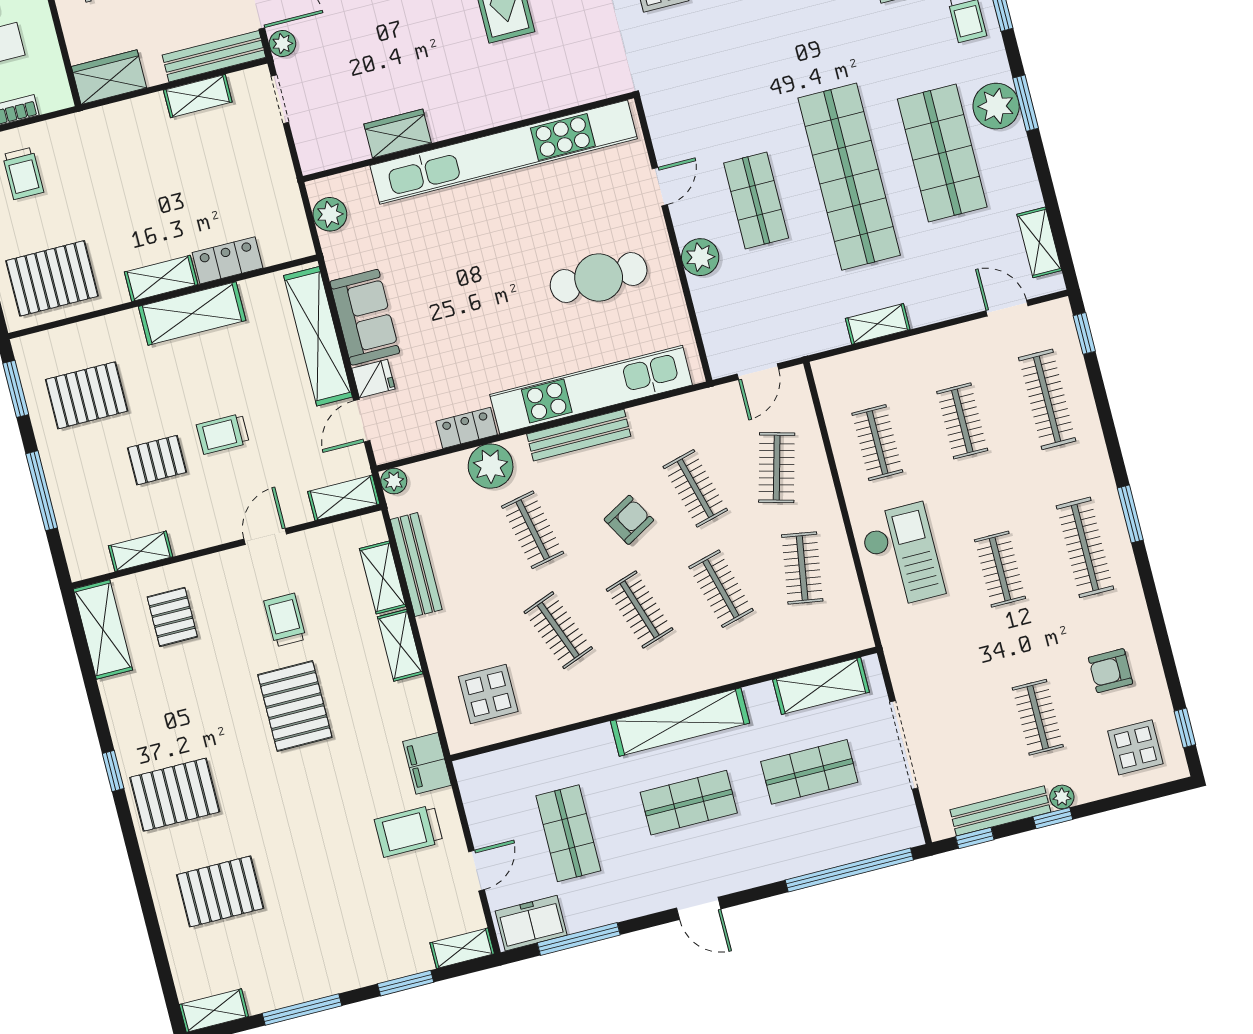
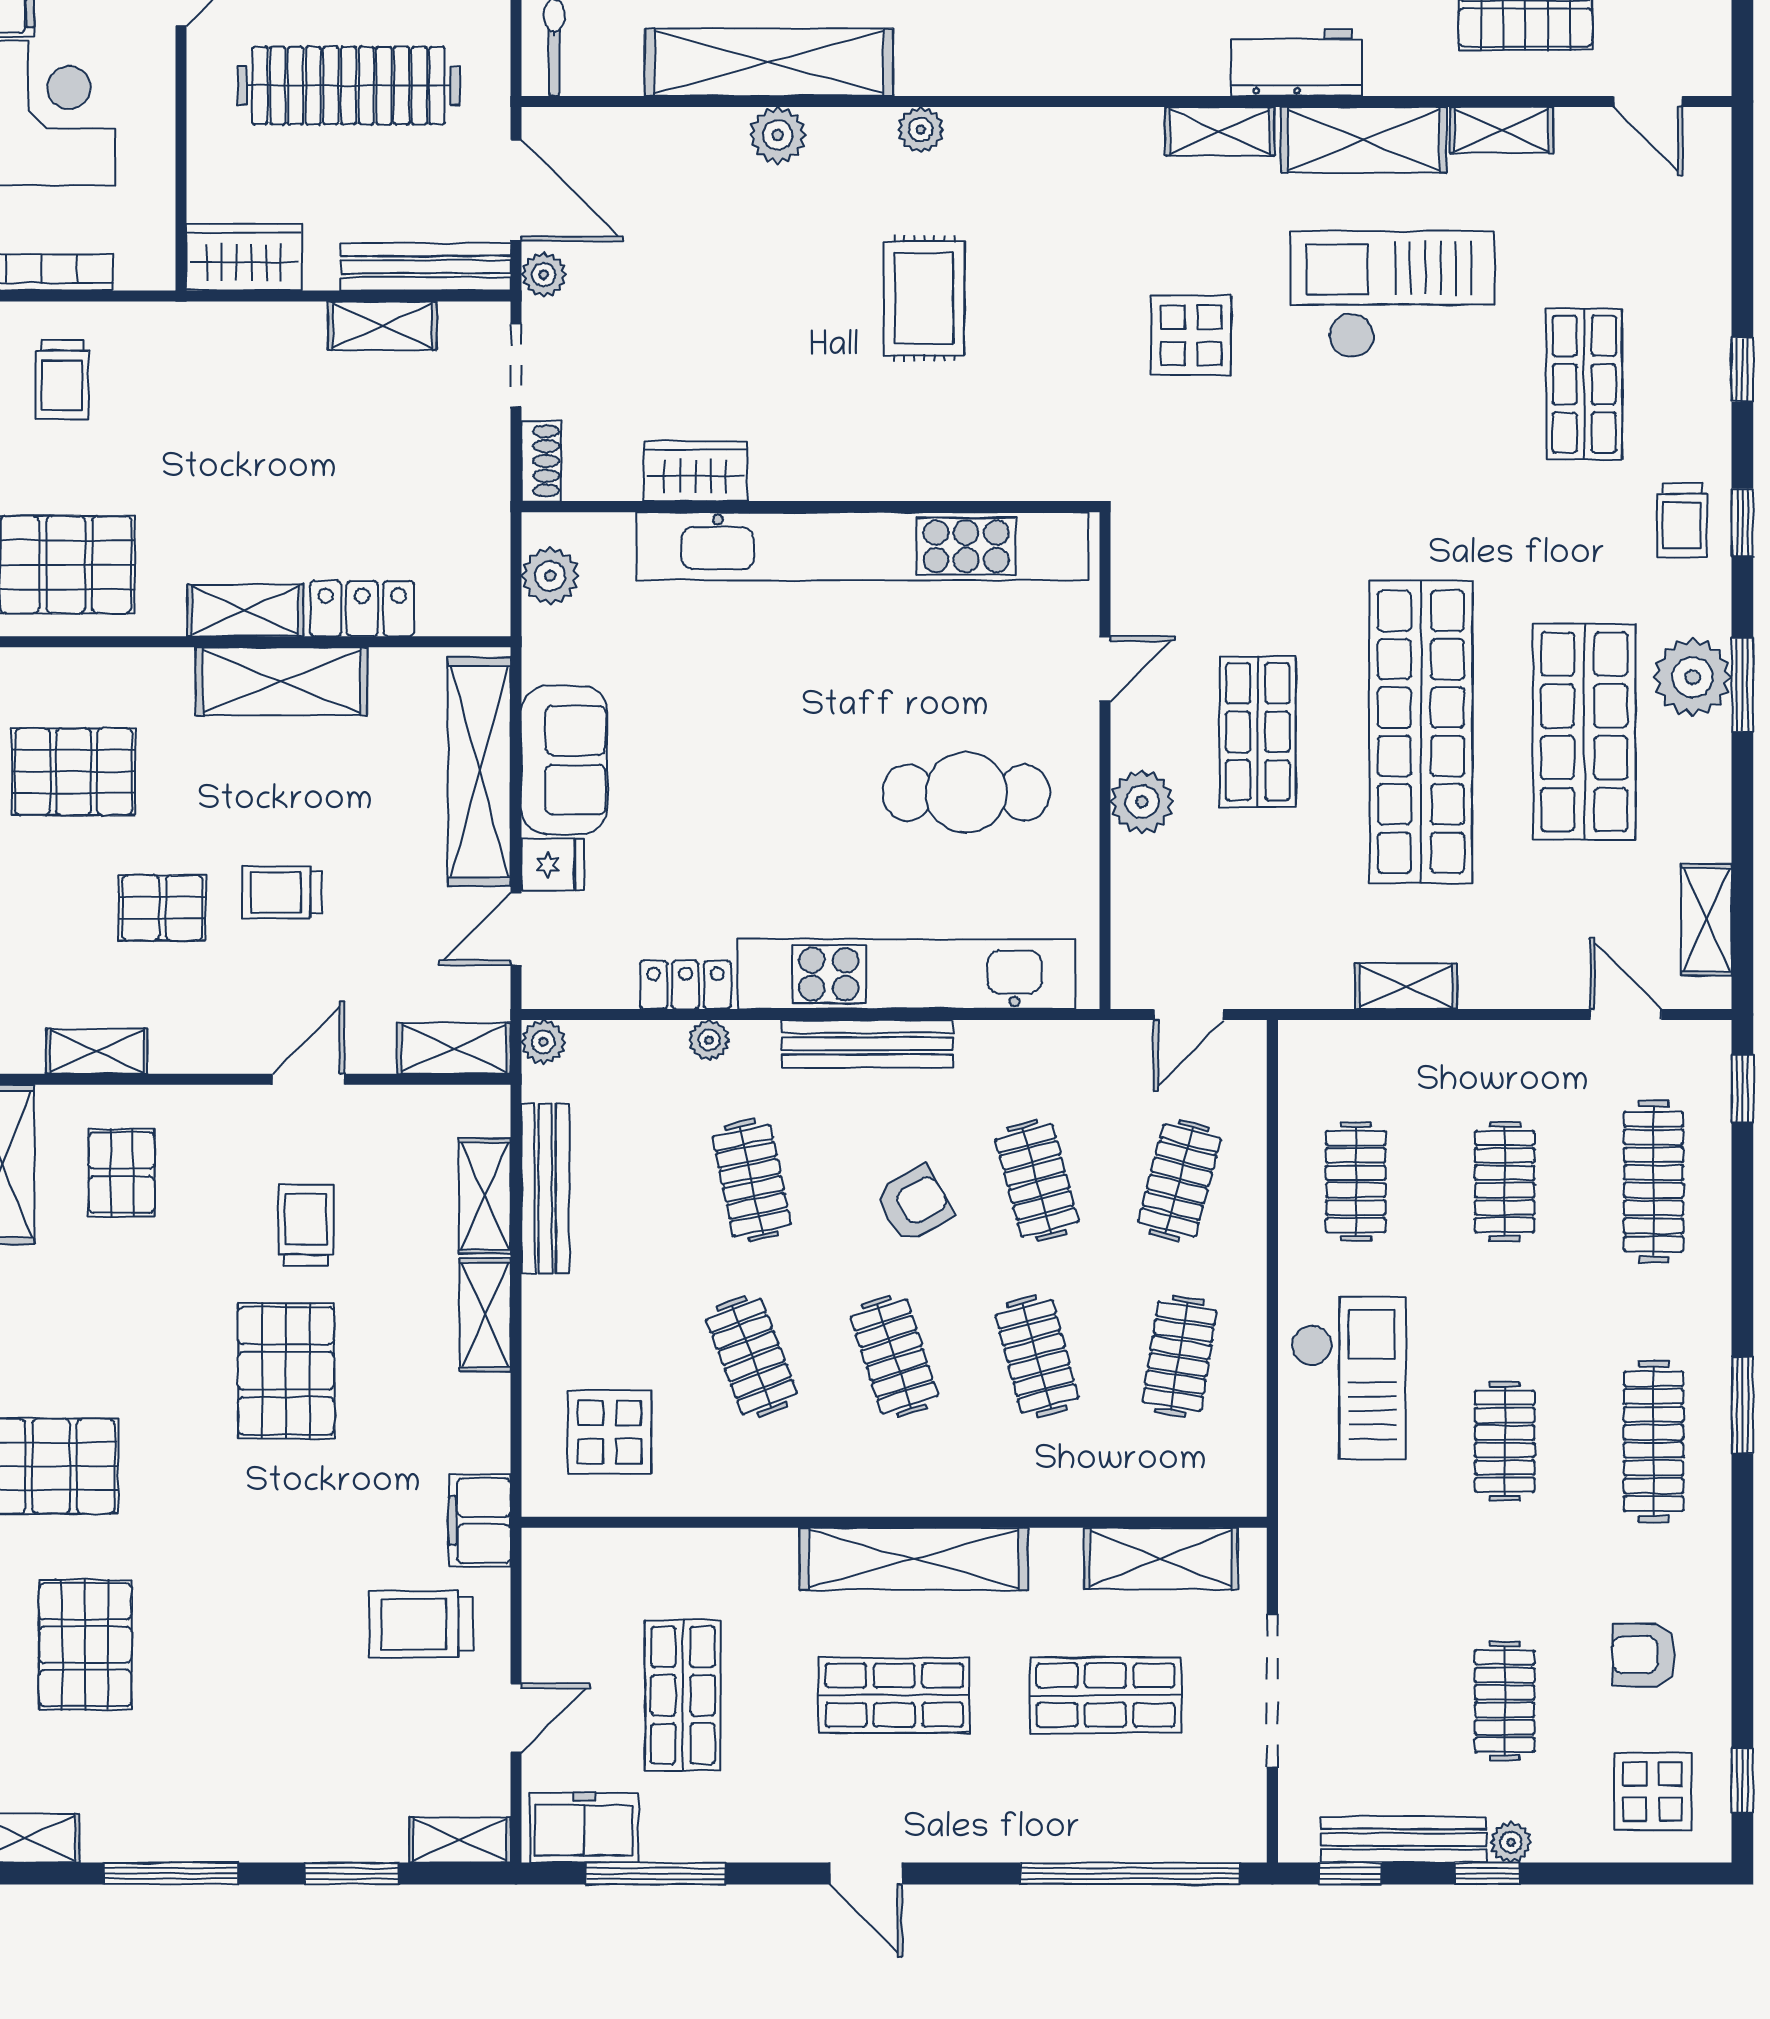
shoe rack: (308, 150) -> (541, 461), added
plant: (491, 466) -> (709, 1040), width x0.53, depth x0.53
pallet: (220, 891) -> (85, 1645), turned 90

